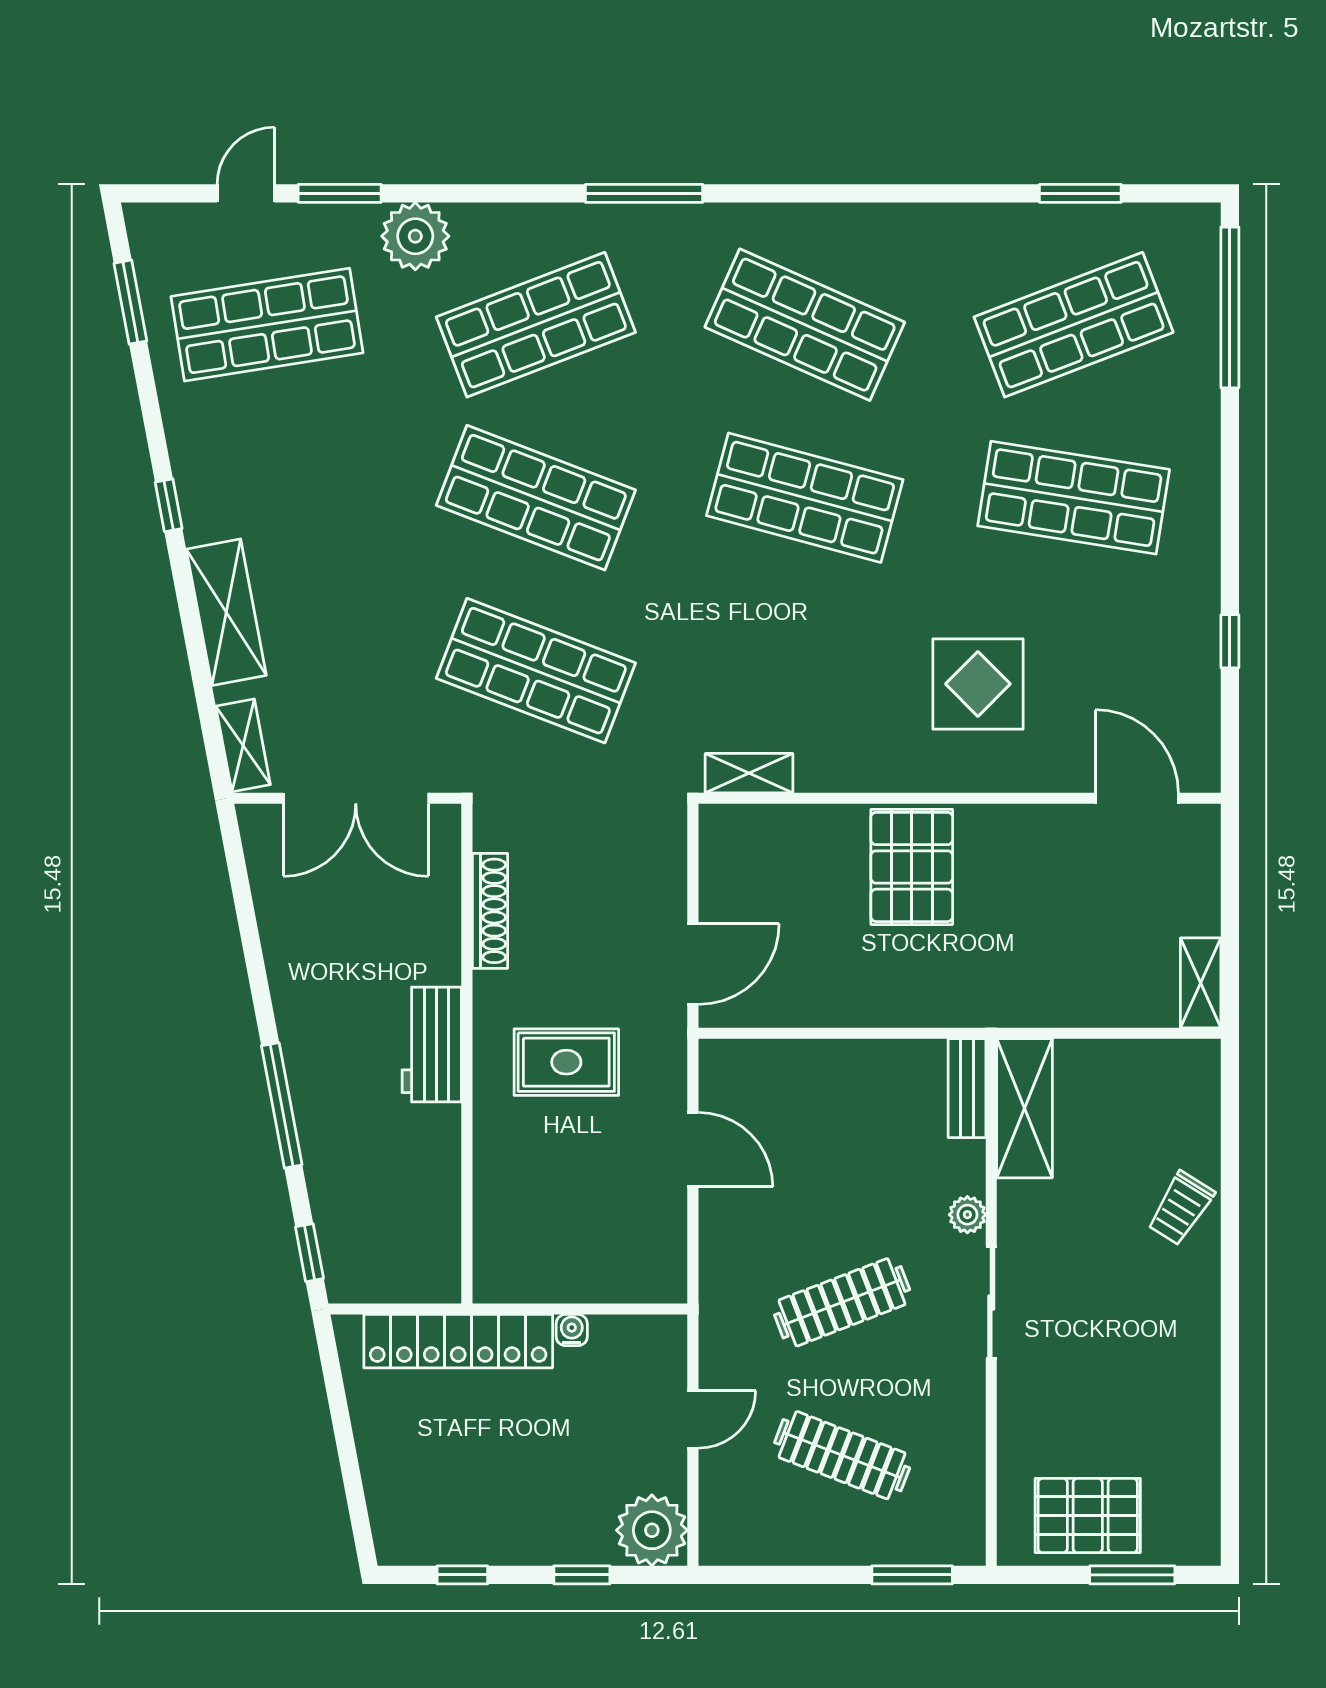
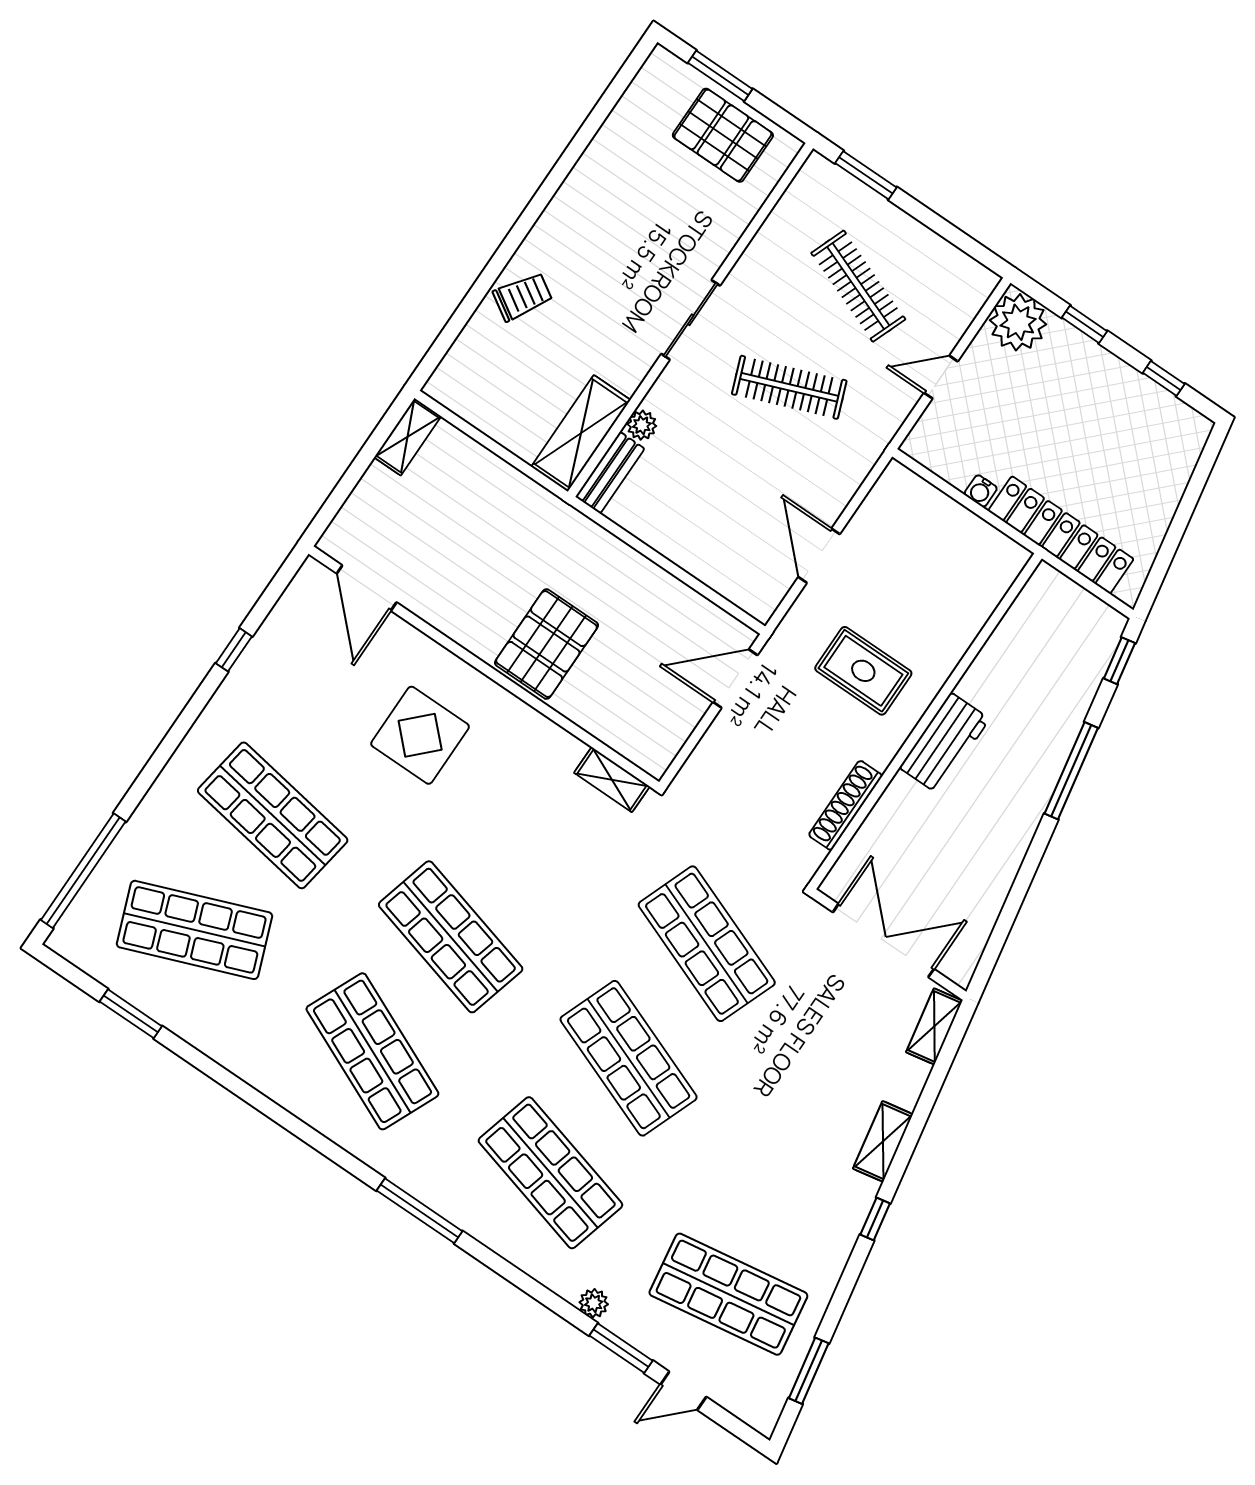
plant: (415, 236) -> (594, 1303), width x0.53, depth x0.53
shop shelf: (536, 325) -> (550, 1173), turned 36
shelving: (226, 612) -> (883, 1141), width x0.67, depth x0.75
plant: (967, 1215) -> (642, 425), moved

